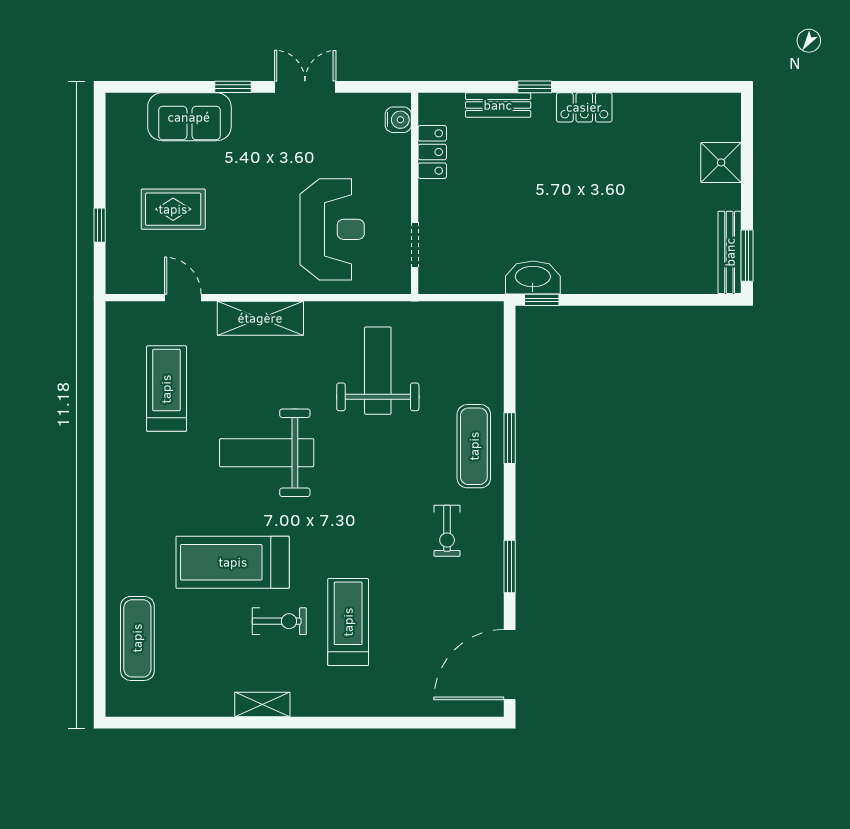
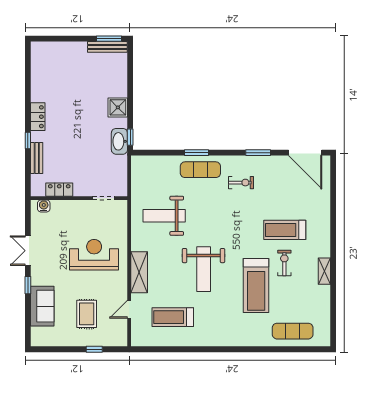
shower: (721, 162) -> (118, 107), moved
reception desk: (332, 229) -> (94, 255), moved

